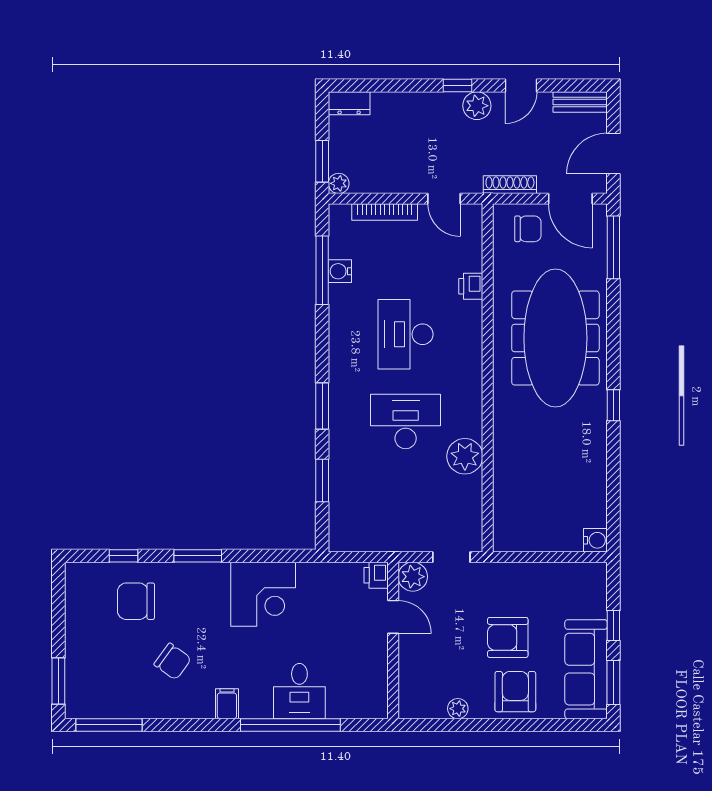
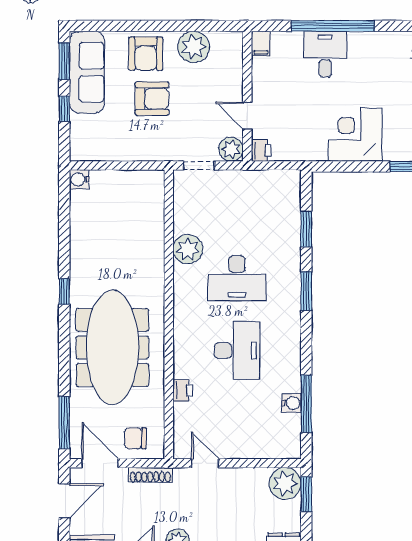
plant: (339, 183) -> (285, 483), width x1.88, depth x1.88
bookcase: (385, 212) -> (254, 452), removed
filing cabinet: (227, 704) -> (261, 44), moved
plant: (458, 709) -> (194, 47), width x1.88, depth x1.88

